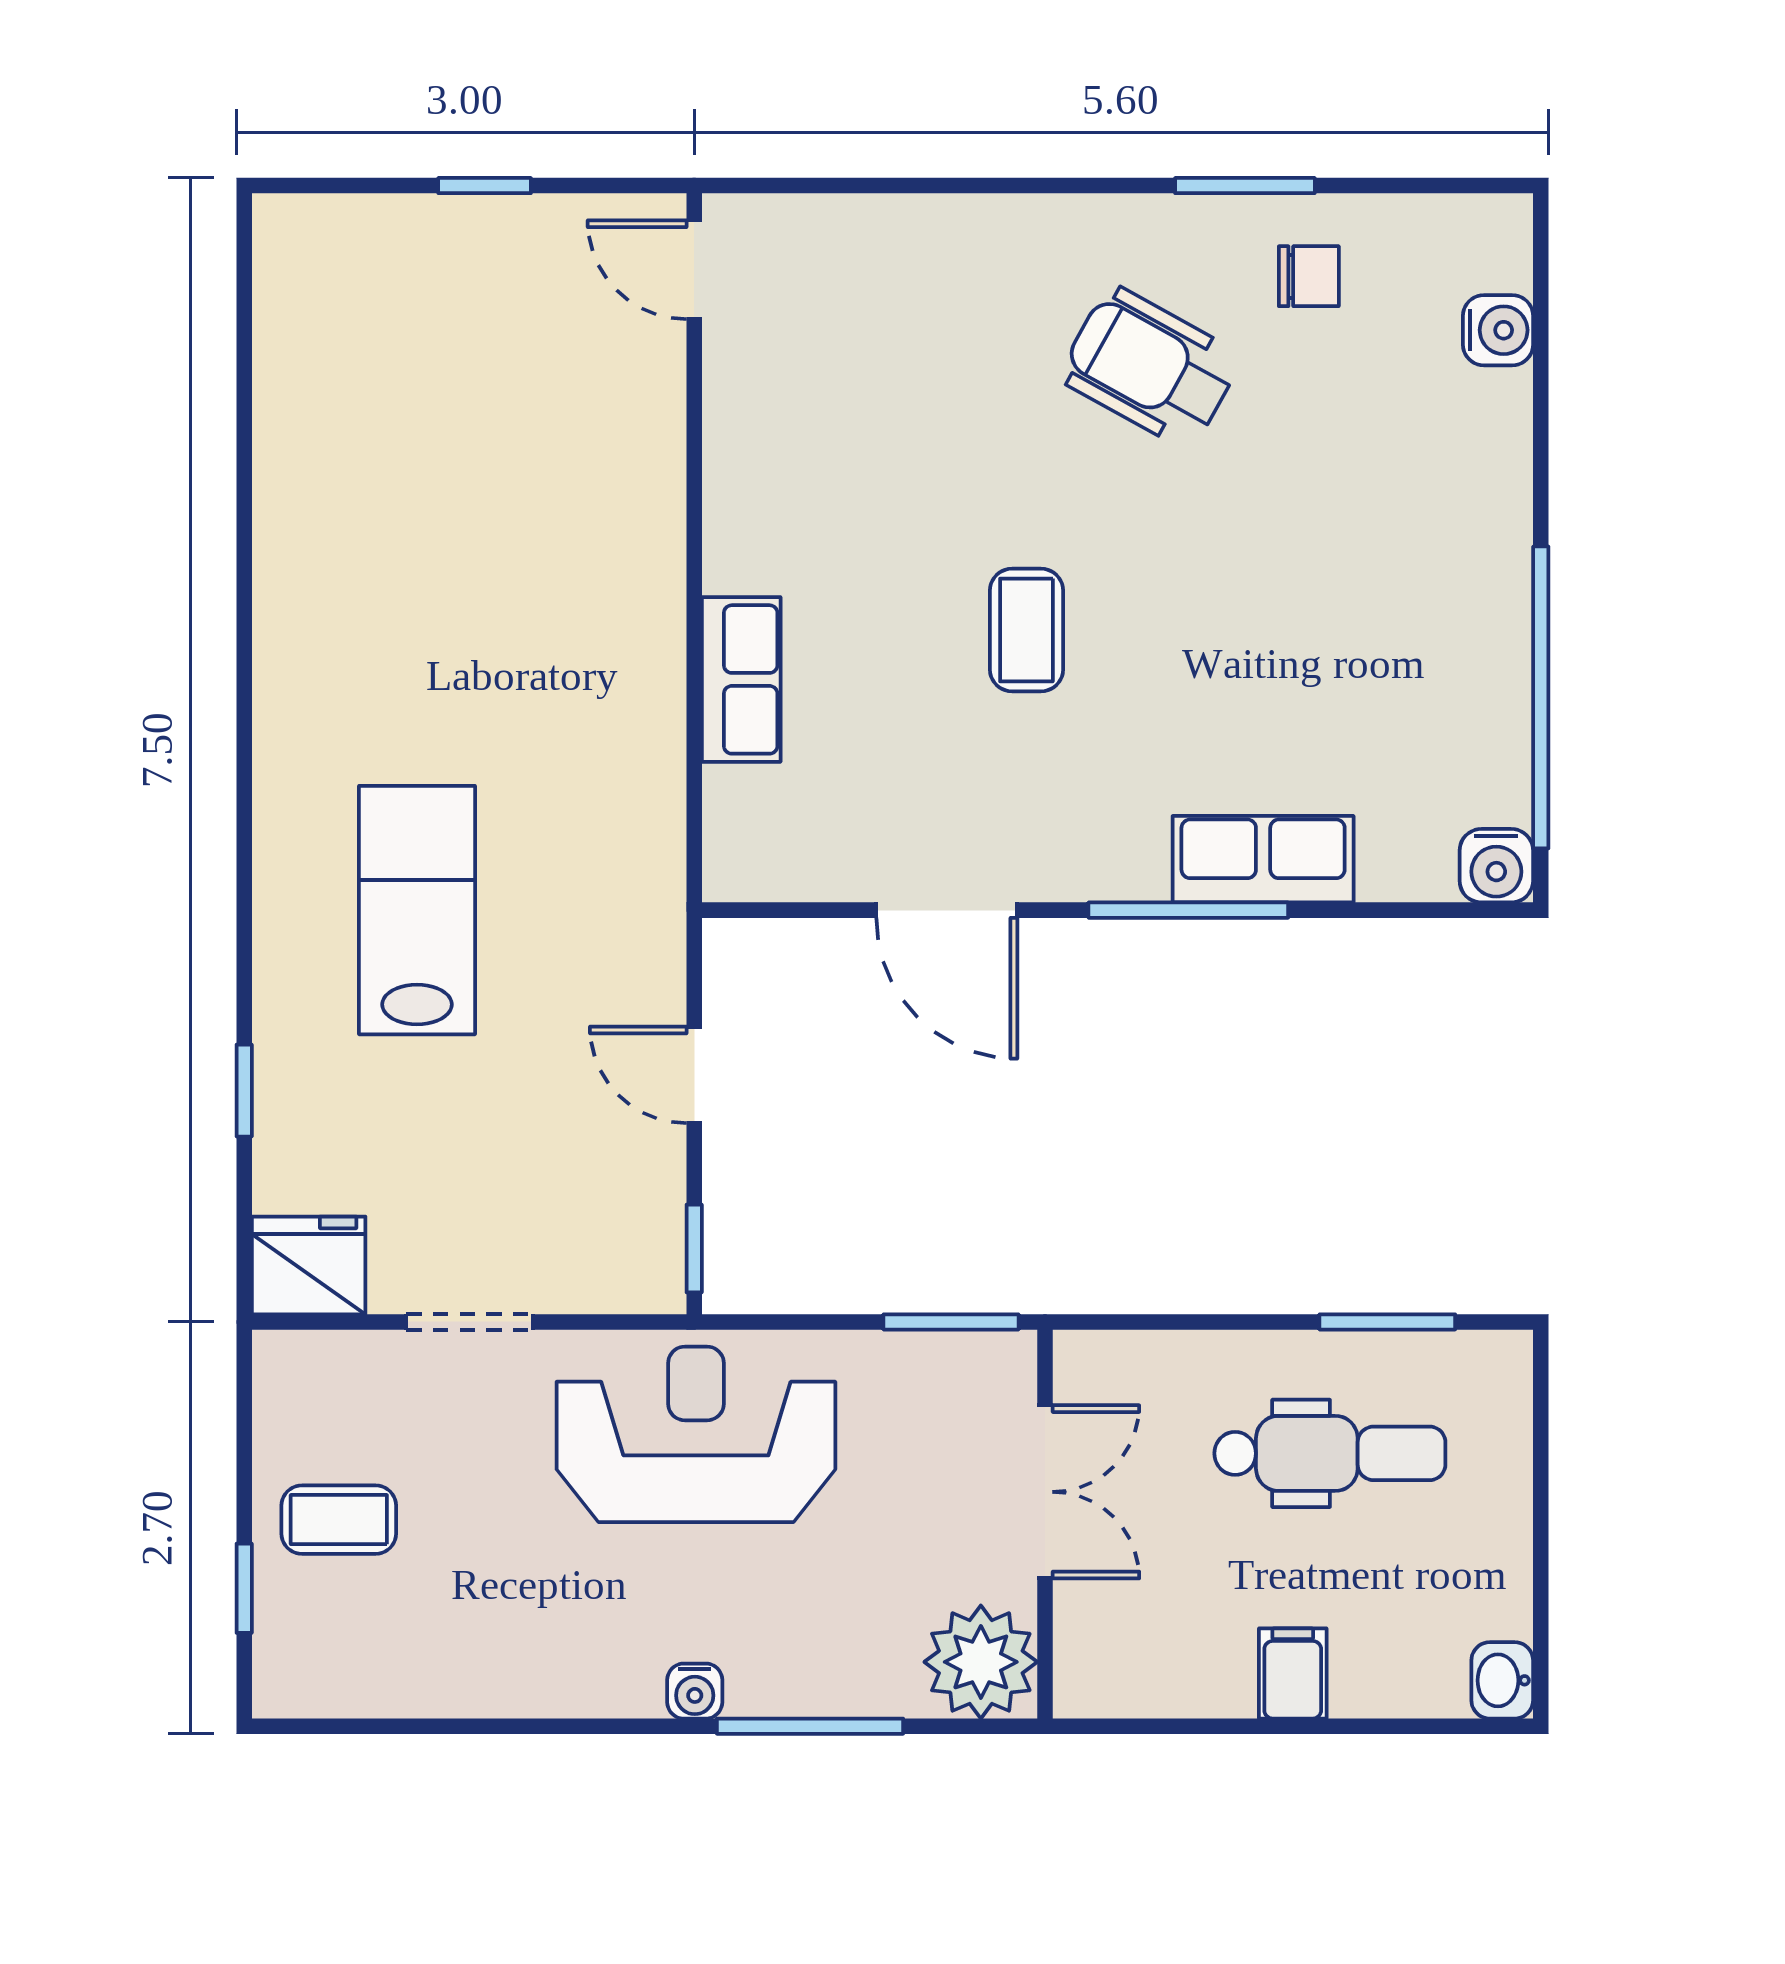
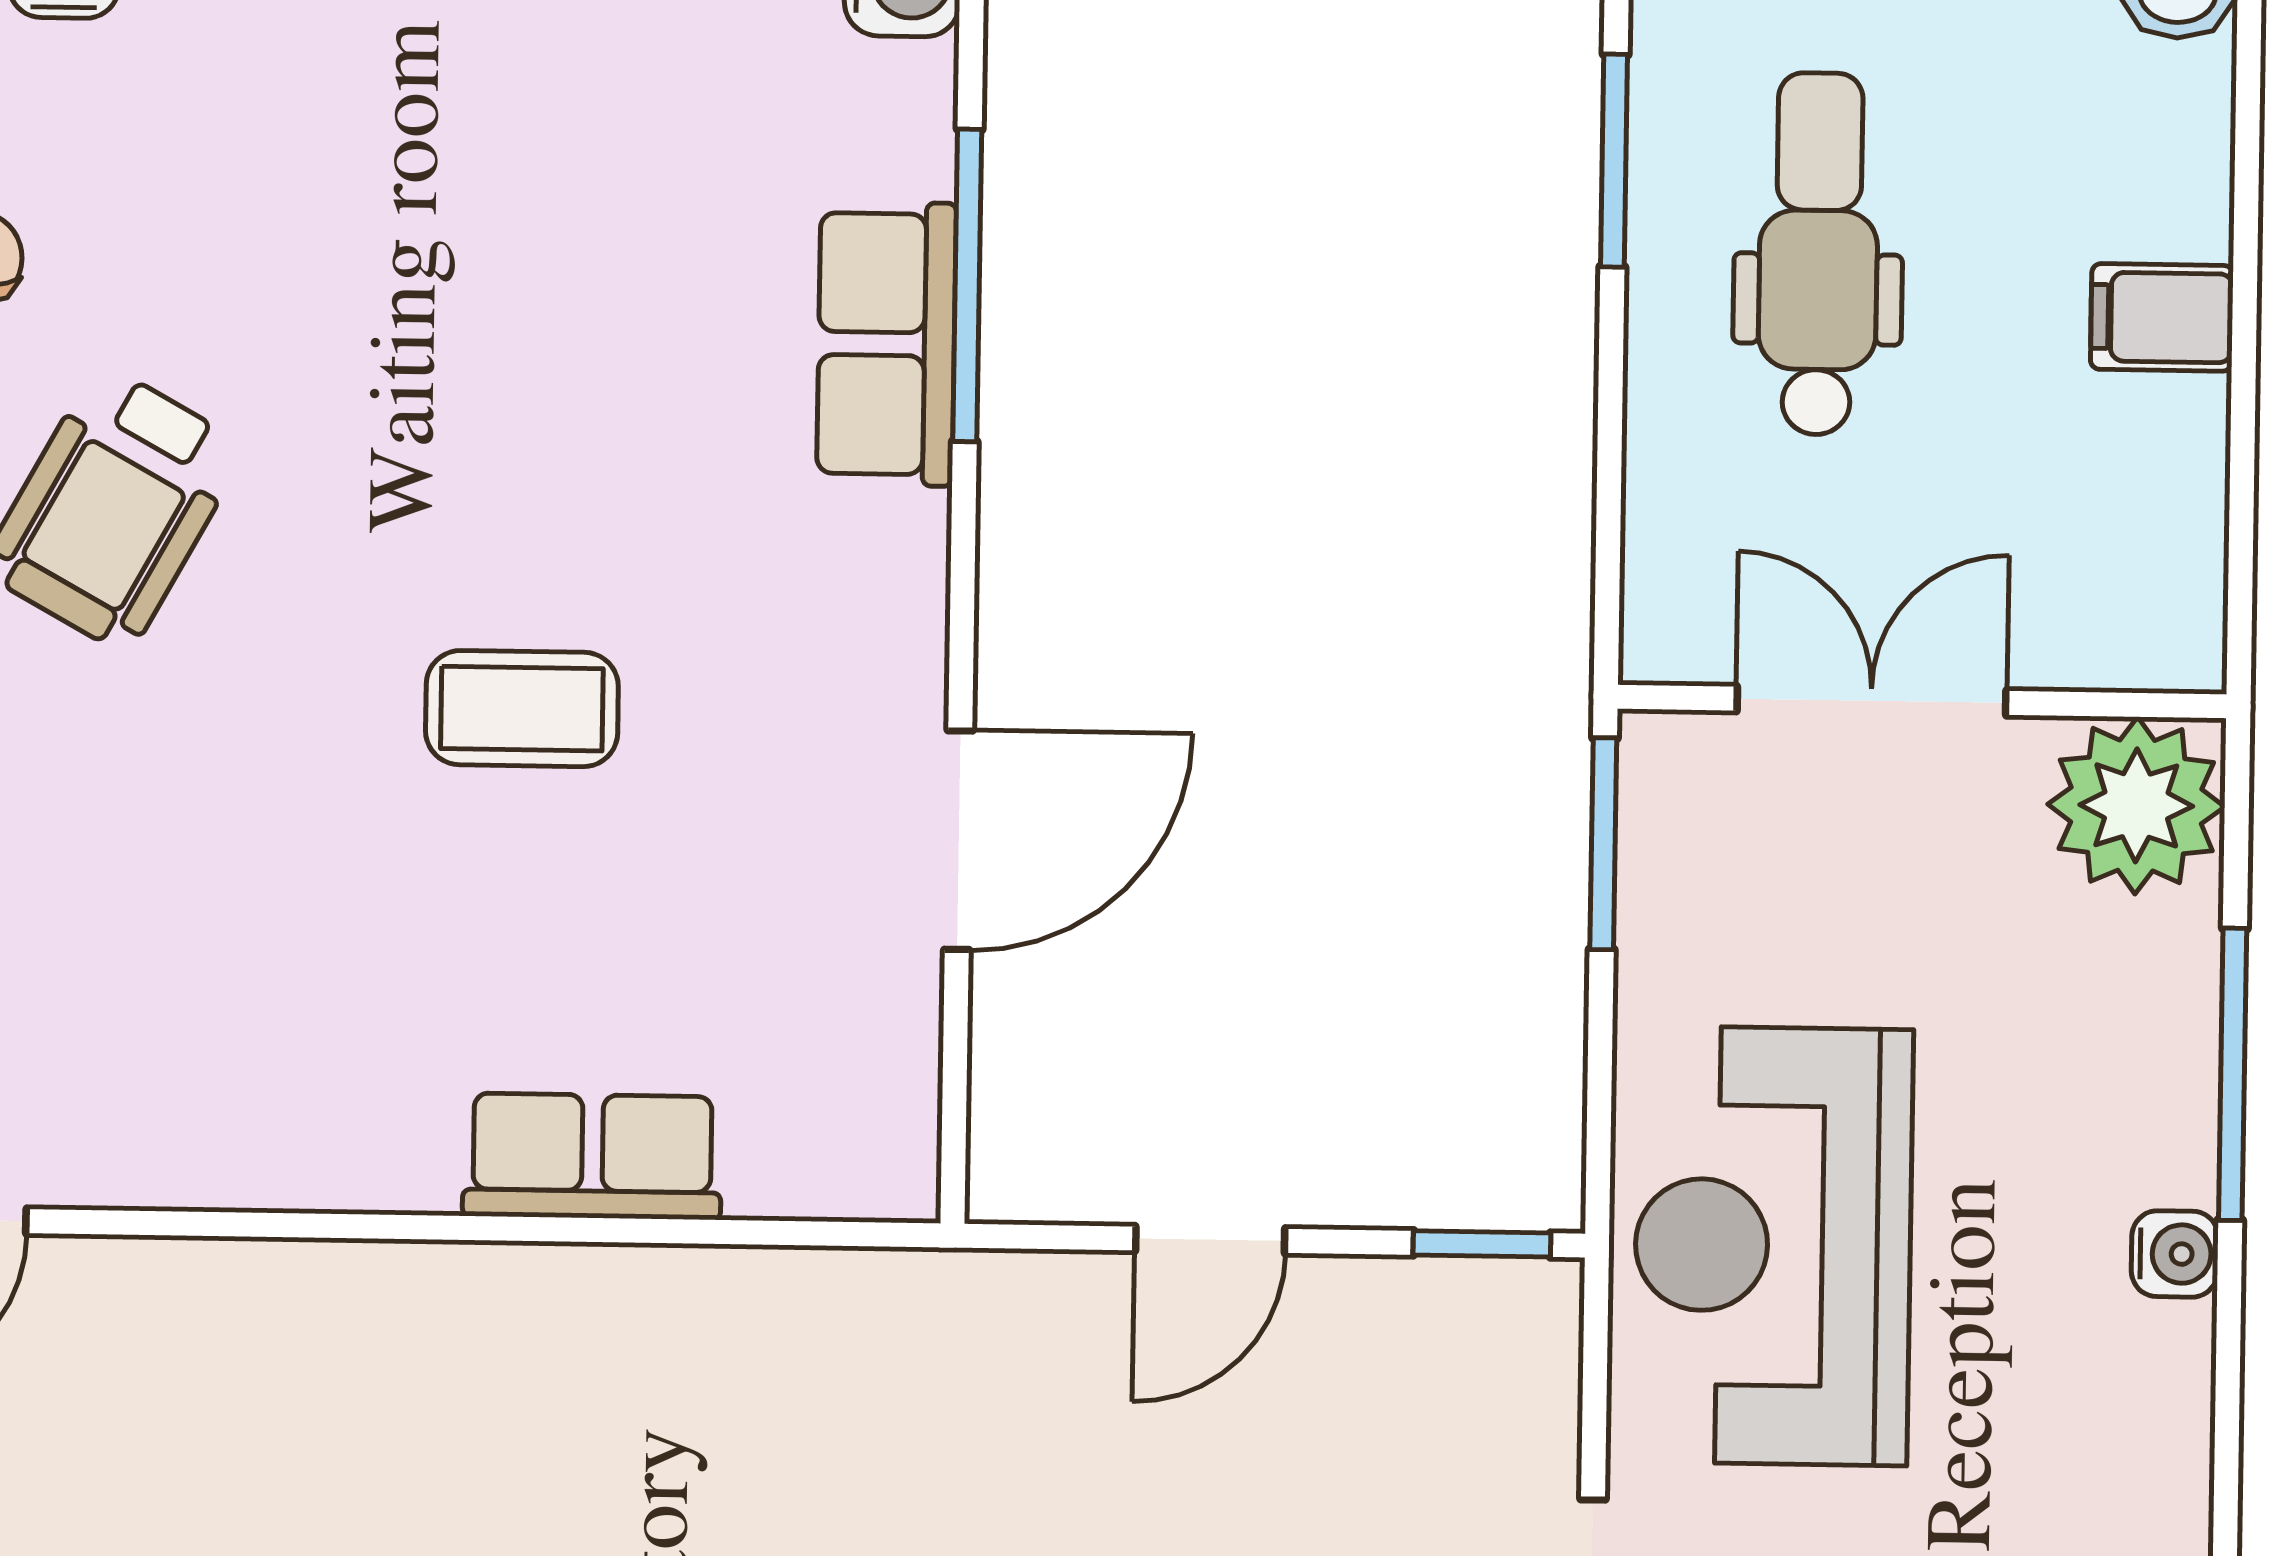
window: (1188, 910) -> (967, 285), moved

